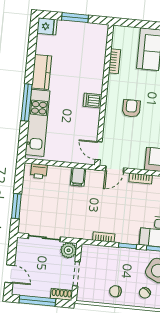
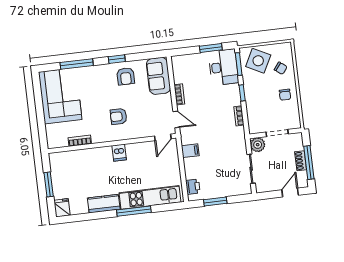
window: (16, 206) -> (215, 201), moved
shoe rack: (62, 294) -> (301, 161), moved

